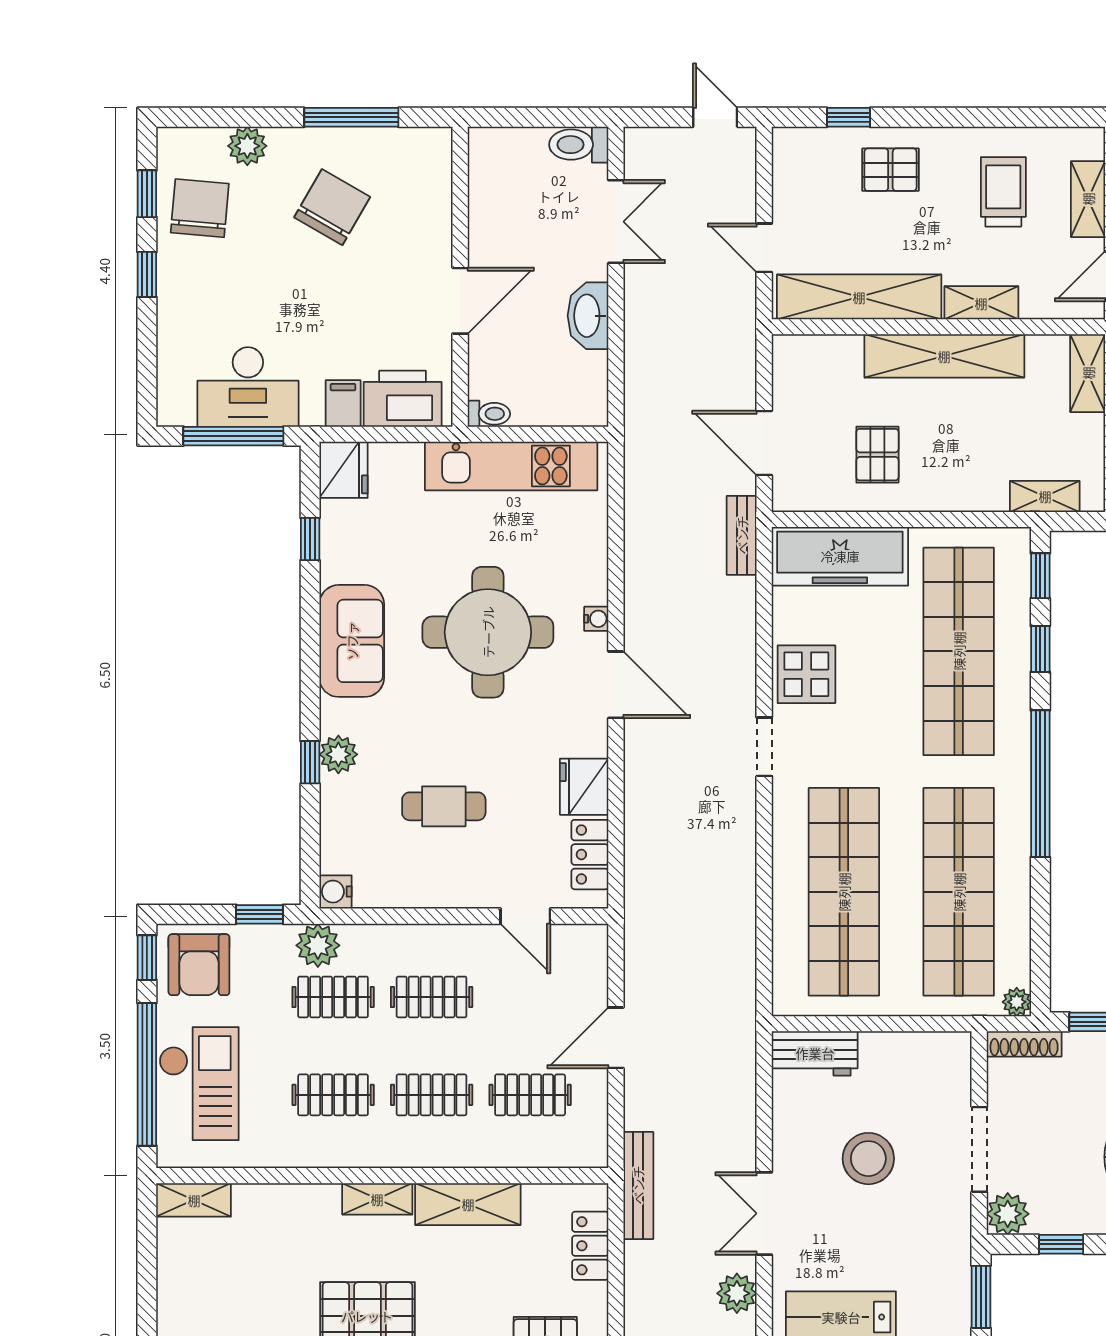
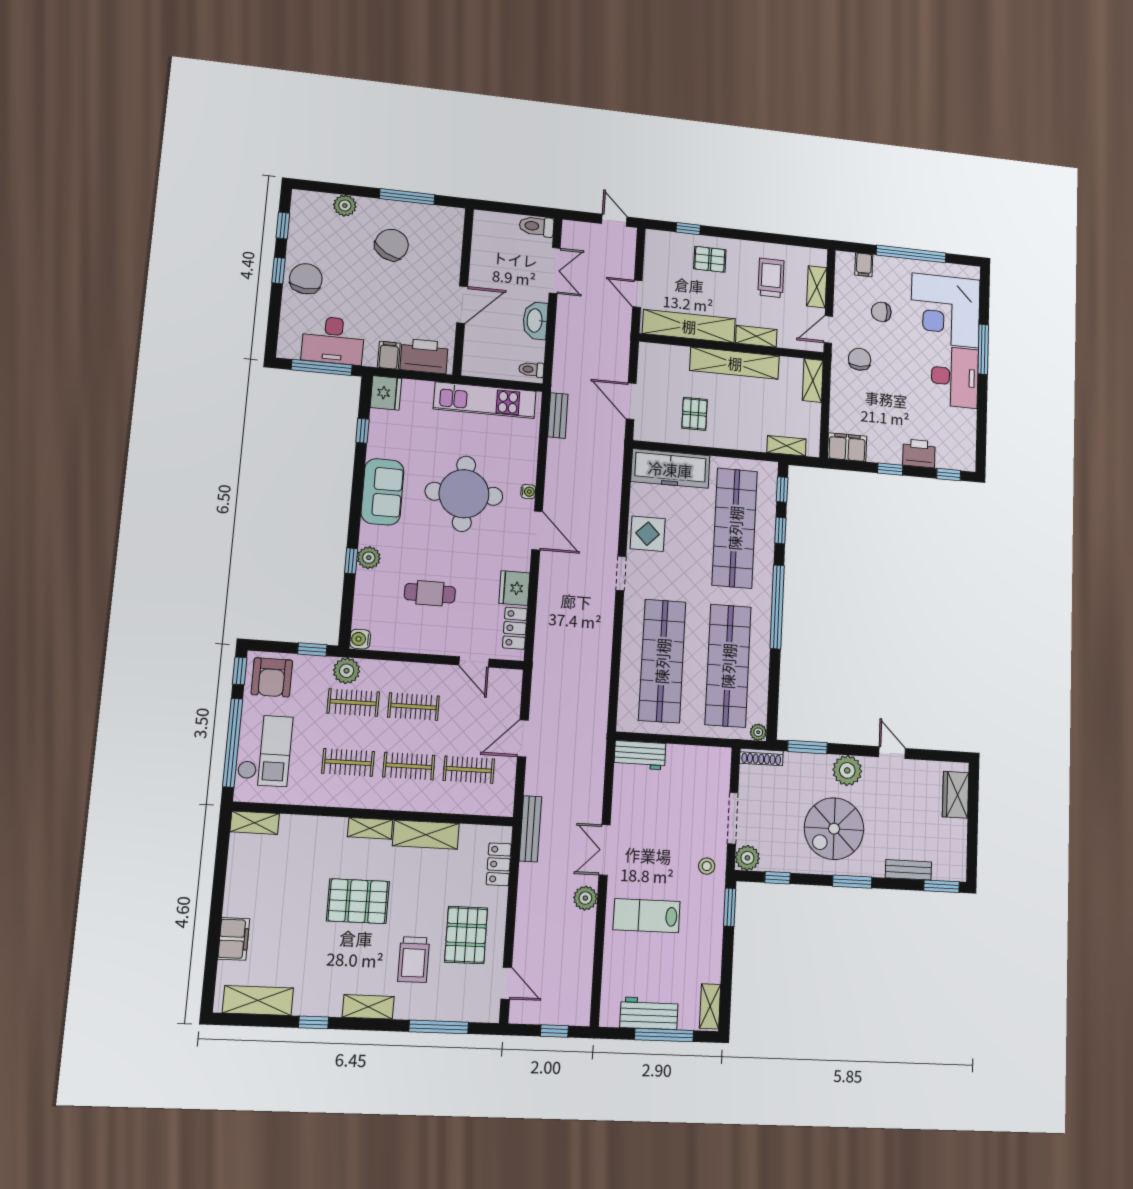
chair: (200, 208) -> (306, 279), moved
toilet: (489, 414) -> (531, 369), moved, turned 180
bench: (742, 535) -> (558, 415), moved
stool: (868, 1159) -> (707, 866), moved, width x0.53, depth x0.53

